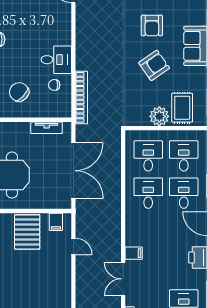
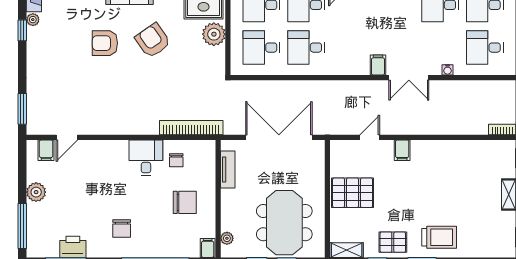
armchair: (152, 26) -> (105, 43), turned 180
chair: (19, 92) -> (185, 202), turned -133
filing cabinet: (56, 222) -> (402, 150), moved, turned 90

